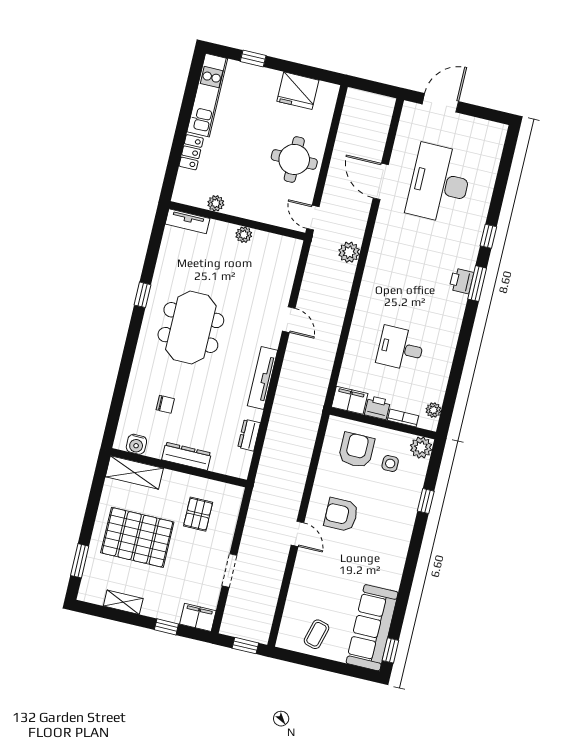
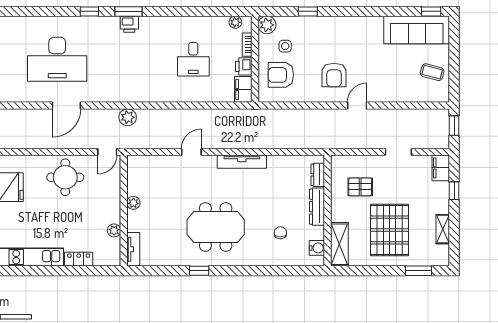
dresser: (249, 435) -> (318, 175), moved, turned 90

